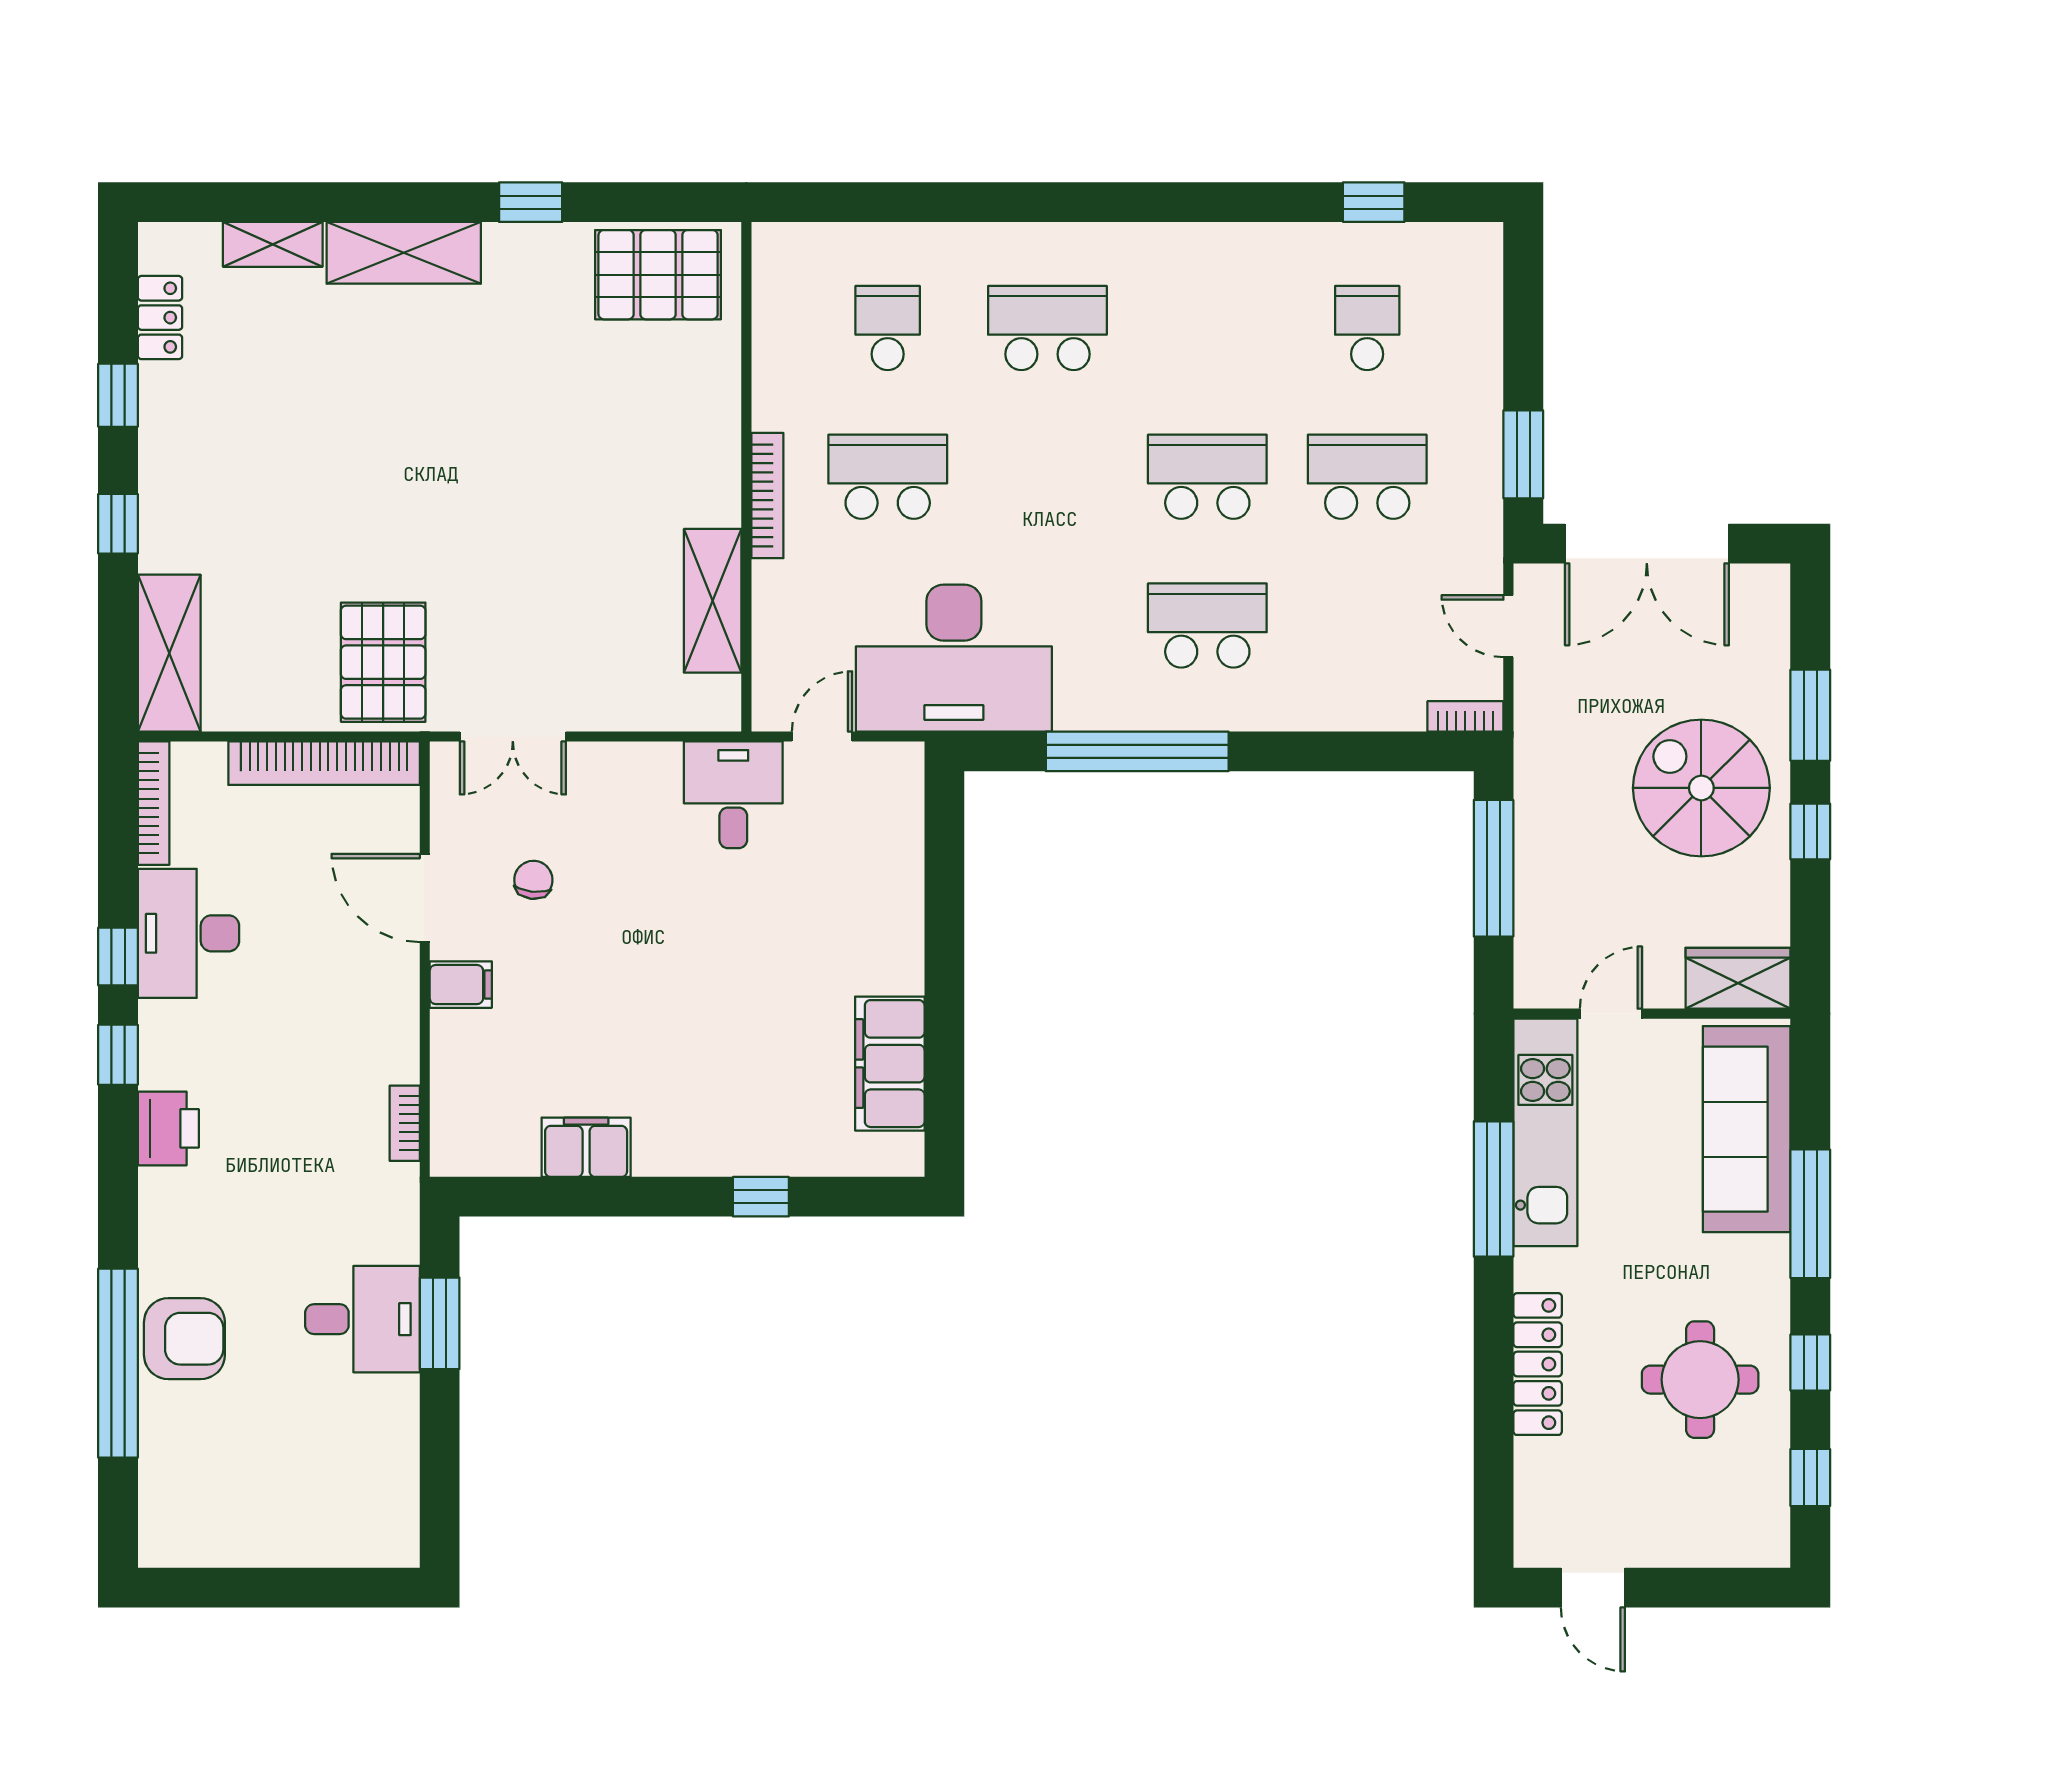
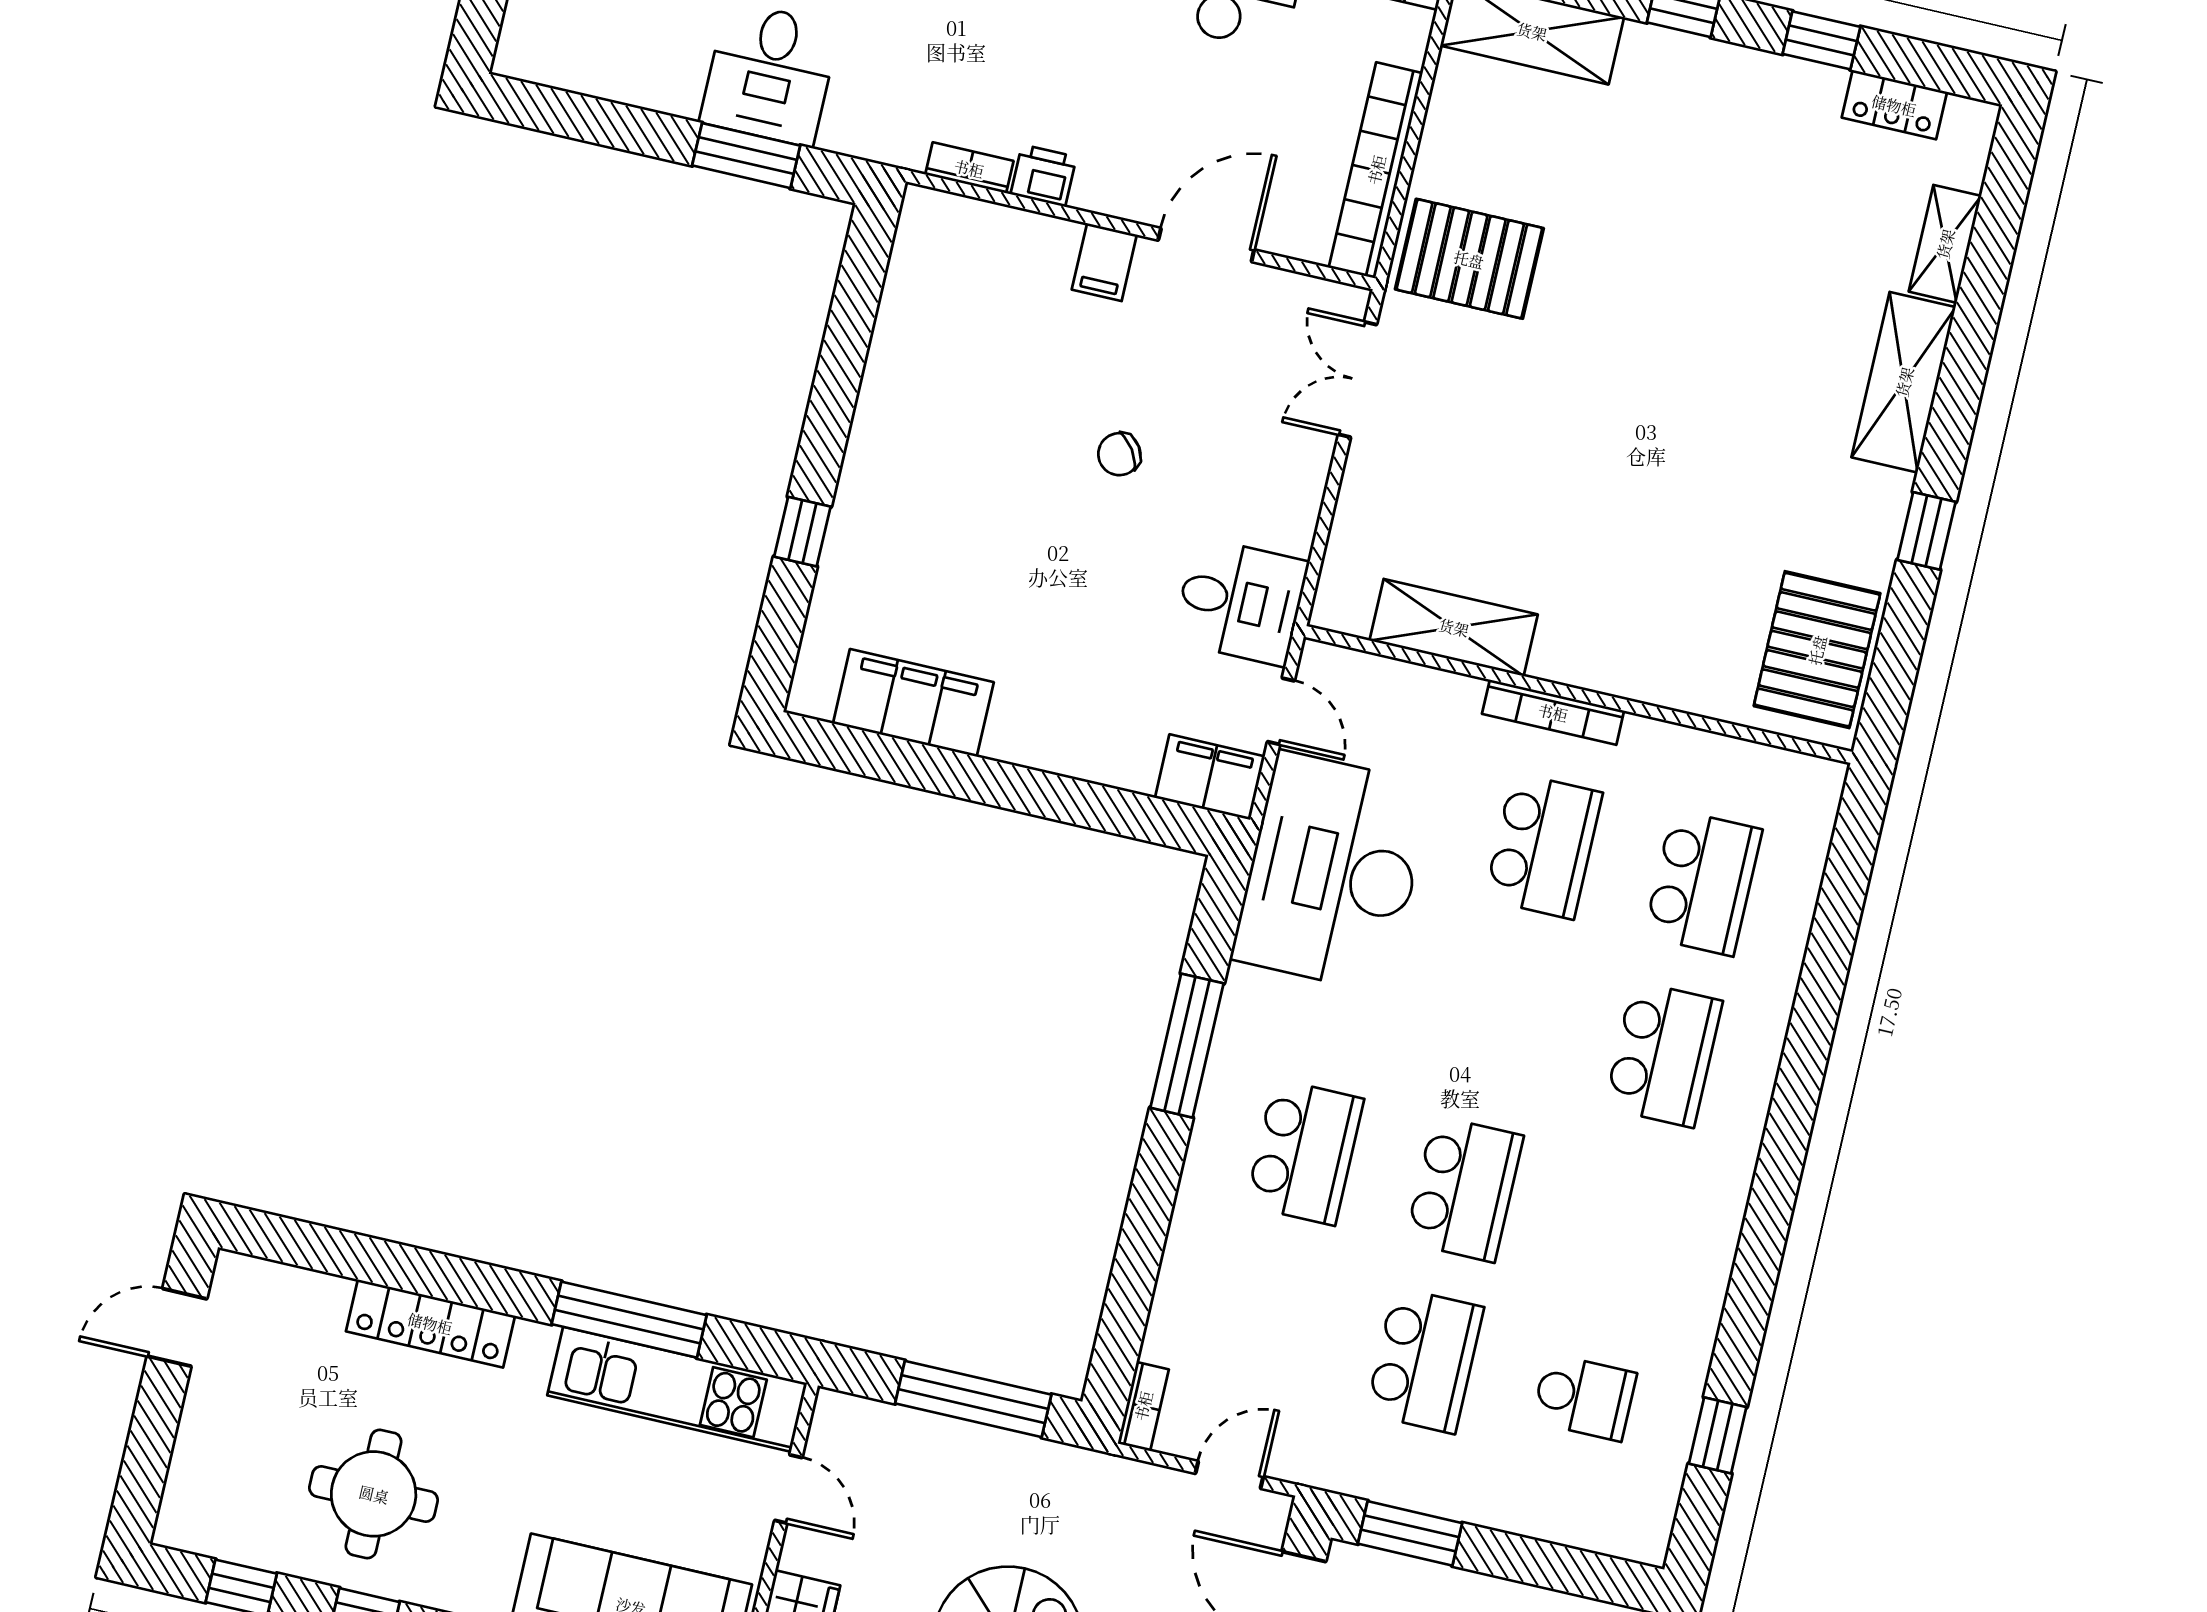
school desk: (888, 328) -> (1703, 883), width x1.85
window: (1137, 751) -> (1187, 1046), width x0.68
chair: (533, 880) -> (1119, 454), moved, turned 140
printer: (397, 1056) -> (1044, 176), added
filing cabinet: (586, 1147) -> (1210, 777), moved, turned -90

